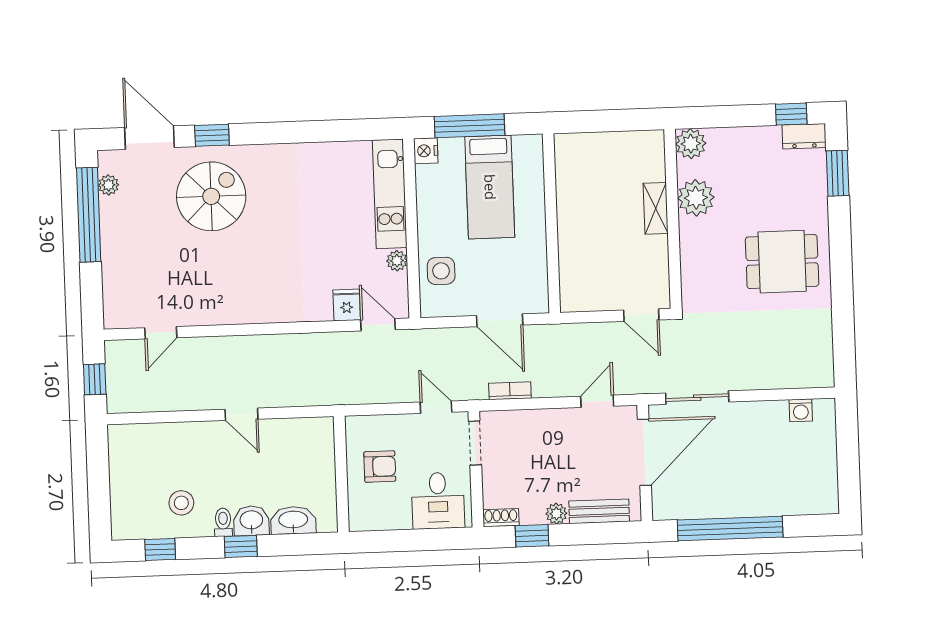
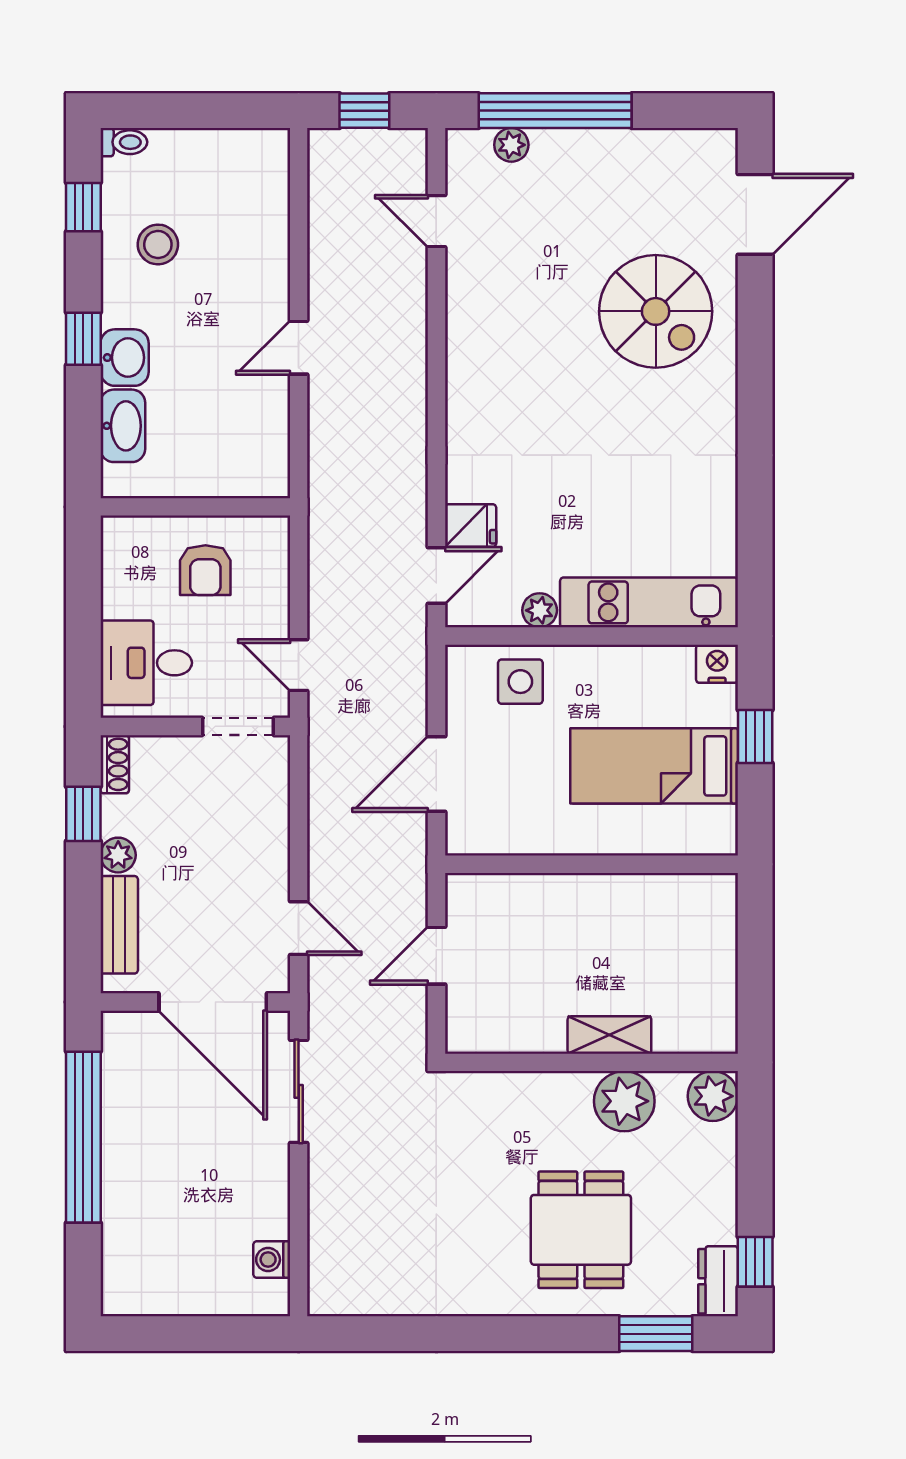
window: (469, 126) -> (755, 737), width x0.46
window: (212, 135) -> (755, 316), removed
plant: (109, 185) -> (511, 145), moved
window: (89, 215) -> (555, 111), moved
dining table: (782, 262) -> (581, 1230), moved
door: (641, 315) -> (436, 956), moved
bookcase: (510, 391) -> (321, 787), removed
door: (436, 407) -> (299, 665), swing flipped
toilet: (223, 522) -> (124, 142), moved

